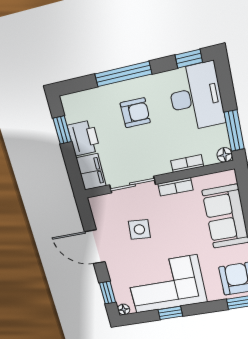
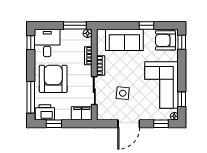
window: (123, 74) -> (31, 97), moved
desk: (196, 97) -> (47, 43), width x0.73
armchair: (135, 113) -> (53, 79), width x1.88, depth x1.88
printer: (84, 138) -> (45, 112), moved
window: (170, 313) -> (182, 99), moved

